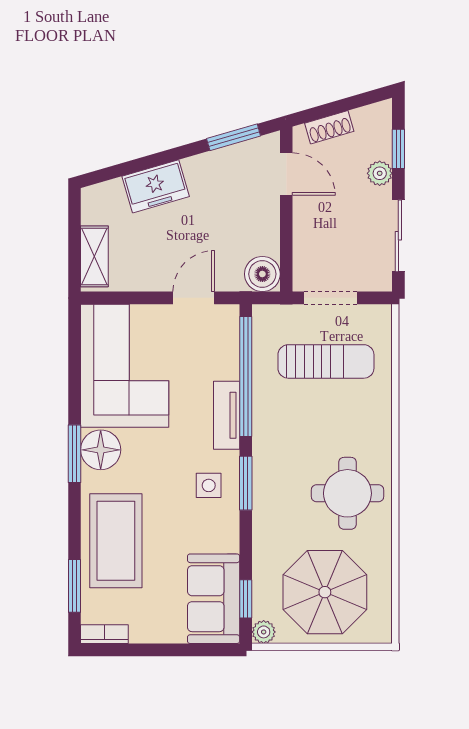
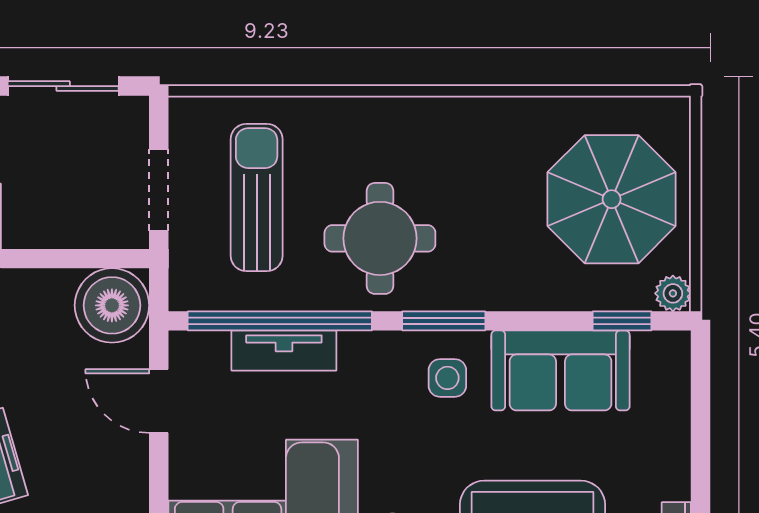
boiler: (262, 274) -> (112, 305), width x1.37, depth x1.37
tv unit: (227, 415) -> (284, 351), moved
round table: (347, 493) -> (380, 238), moved
sofa: (214, 599) -> (560, 370), moved

